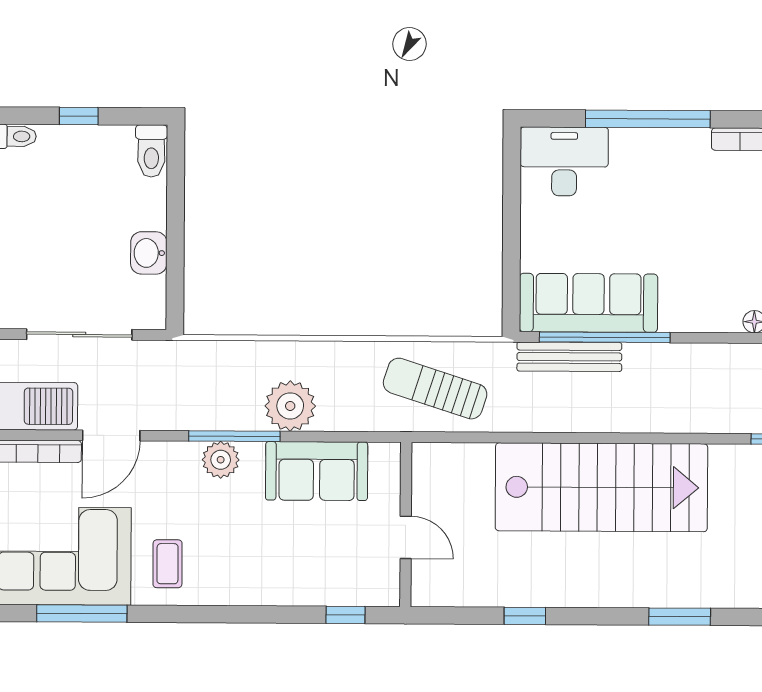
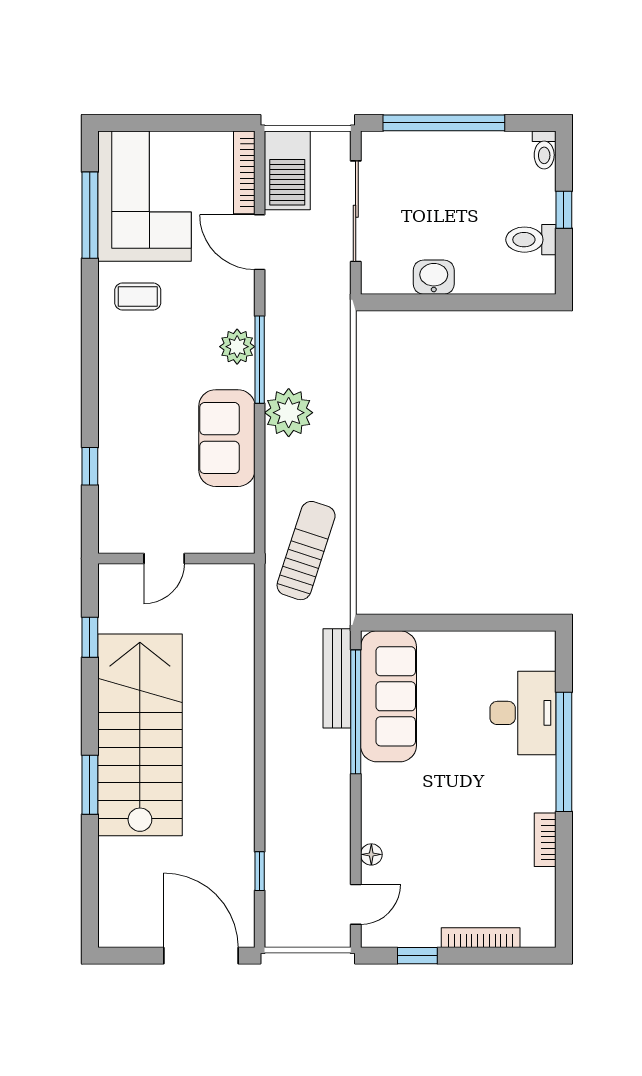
toilet: (151, 151) -> (531, 240), moved
desk: (564, 161) -> (523, 713), moved
stairs: (601, 487) -> (140, 735), moved, turned 180
wall: (406, 524) -> (176, 559), moved
door: (406, 537) -> (164, 559), moved

